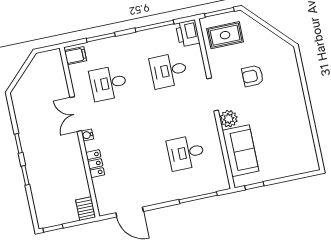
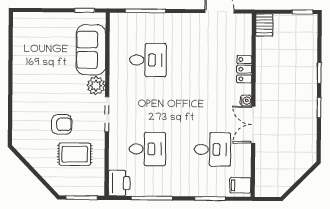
rug: (225, 35) -> (75, 154), moved
double door: (76, 114) -> (253, 125), swing flipped

